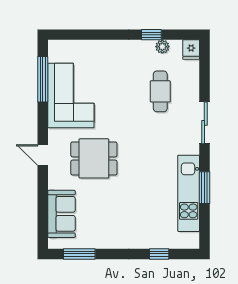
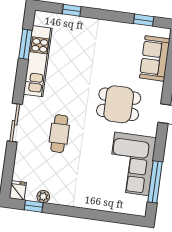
window: (151, 35) -> (34, 206), moved
cafe table: (160, 91) -> (59, 134), moved
window: (204, 188) -> (25, 44), moved
window: (79, 254) -> (144, 20), width x0.67

